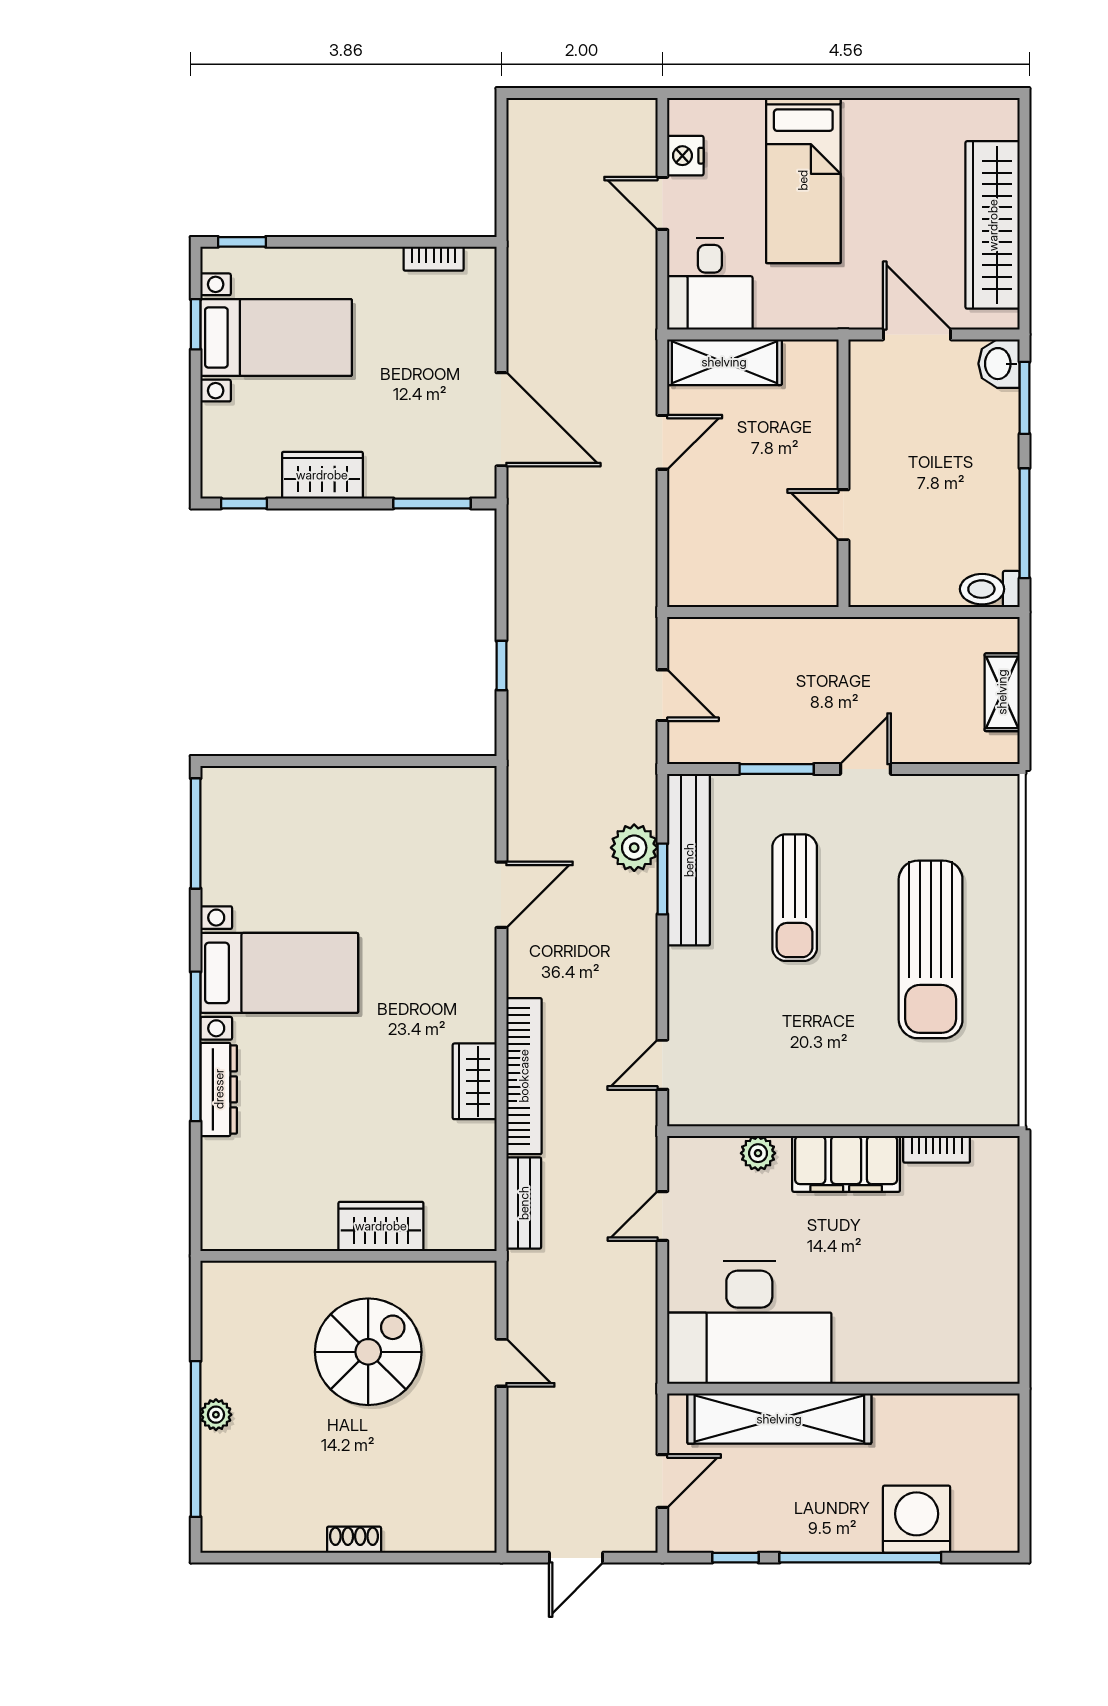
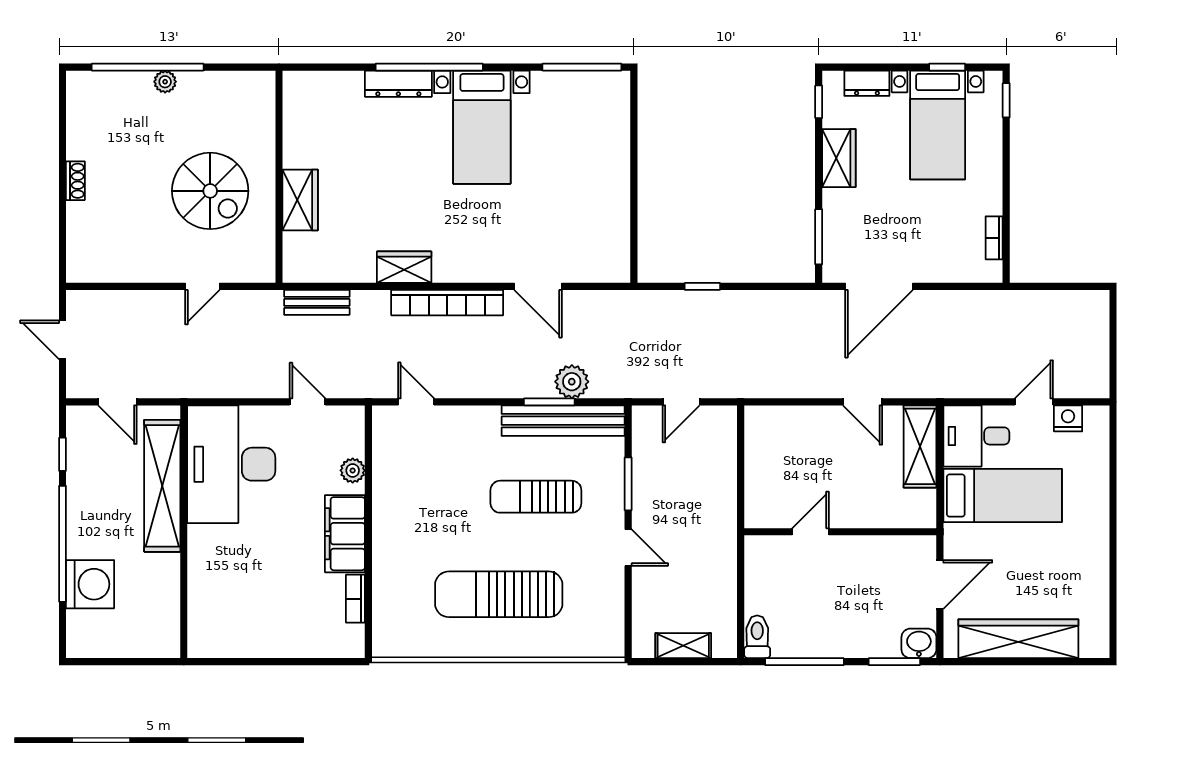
bed: (803, 180) -> (1003, 496), moved, turned 180
dresser: (218, 436) -> (867, 83), added
bookcase: (524, 1076) -> (447, 303), moved

